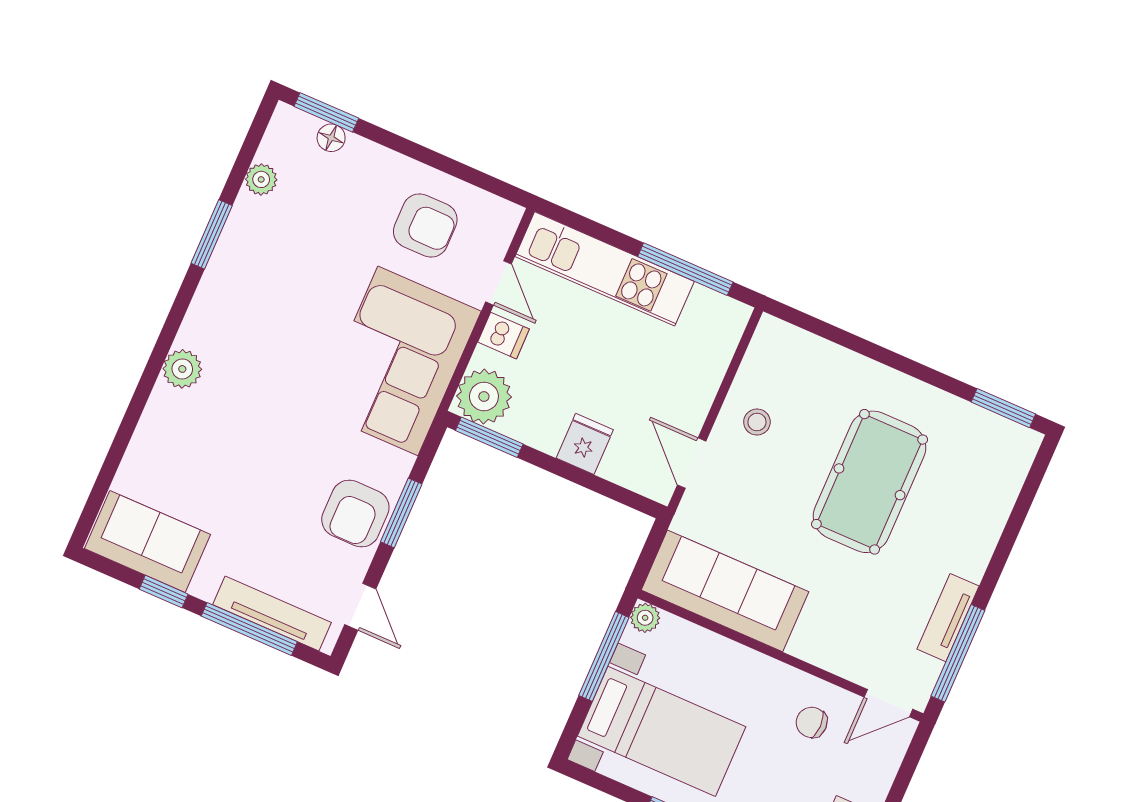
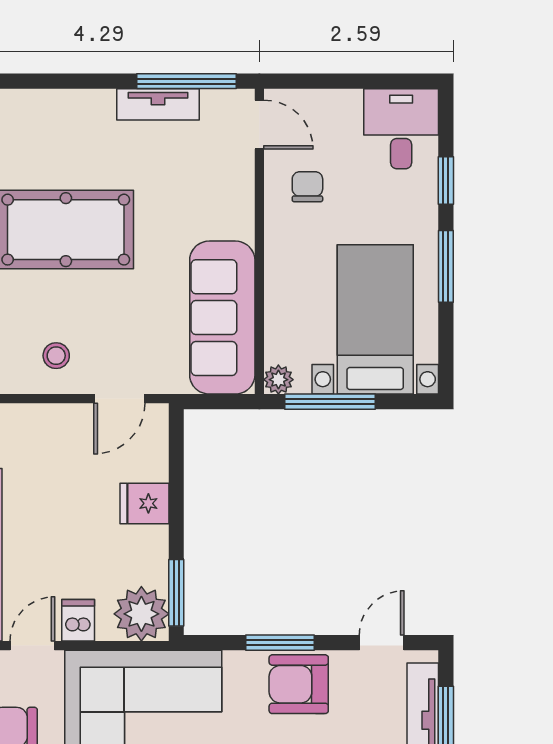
armchair: (355, 513) -> (299, 684), turned 180
chair: (812, 722) -> (307, 187), turned 180

